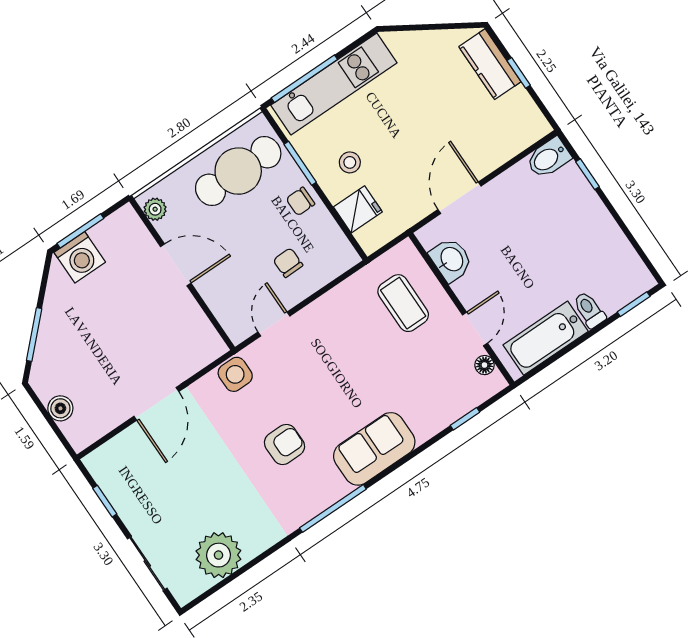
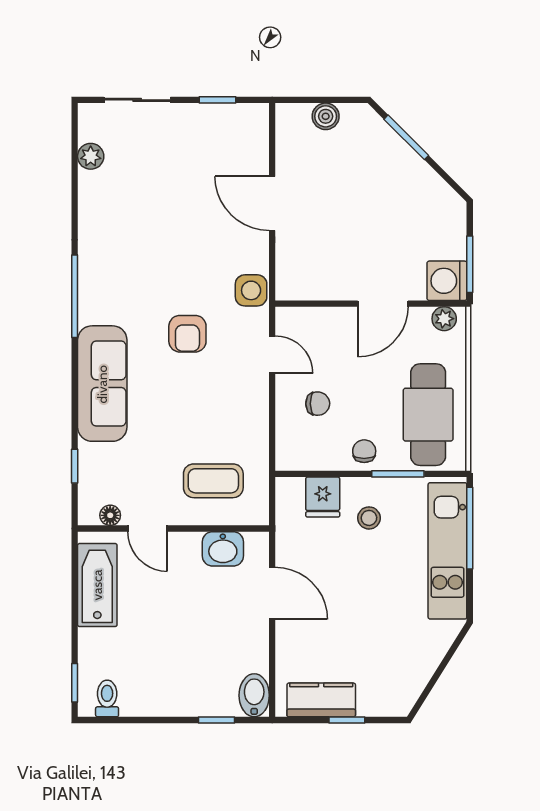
kitchen counter: (490, 64) -> (321, 700), moved
window: (80, 231) -> (470, 264), moved
washing machine: (80, 257) -> (447, 281), moved
toilet: (589, 310) -> (107, 698), moved, turned -90
armchair: (284, 444) -> (187, 334), moved
sofa: (374, 449) -> (102, 384), width x1.36
plant: (218, 555) -> (91, 156), width x0.53, depth x0.53

